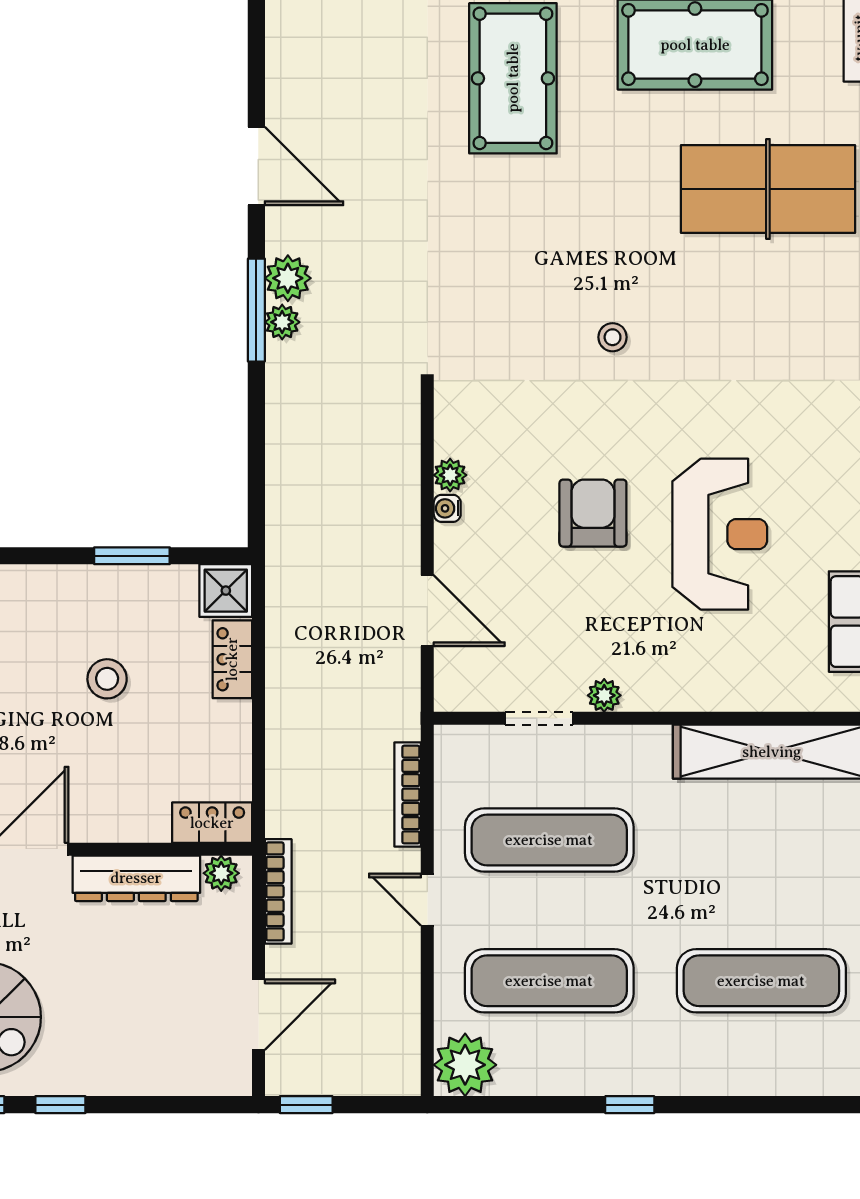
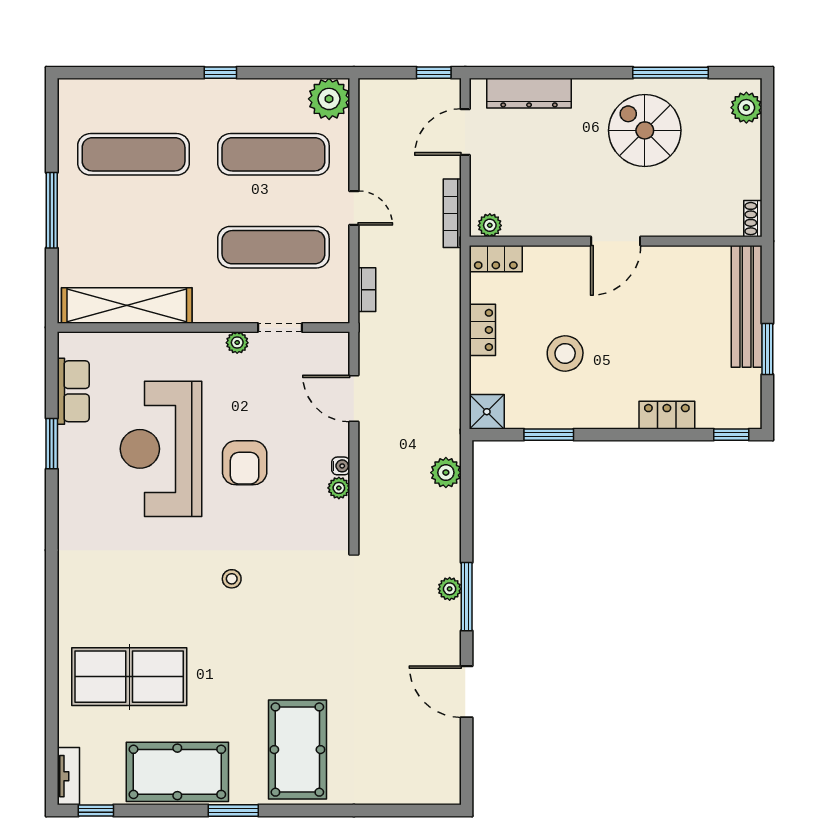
plant: (288, 278) -> (446, 473), moved
reception desk: (720, 534) -> (161, 449), width x1.36, depth x1.30
locker: (232, 659) -> (482, 330), moved
stool: (107, 679) -> (565, 353), width x1.38, depth x1.38
bookcase: (408, 795) -> (367, 290), width x0.64
dresser: (136, 878) -> (529, 93), moved, turned 180
window: (60, 1105) -> (596, 73), removed

